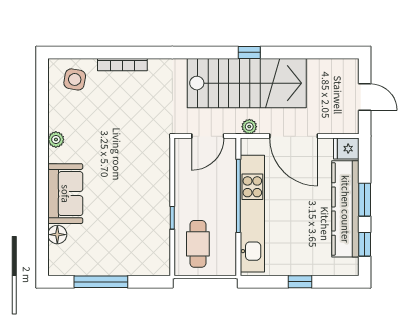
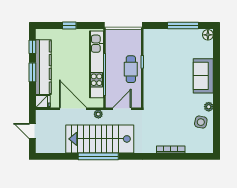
window: (249, 52) -> (98, 156), width x3.17
side table: (75, 79) -> (201, 122), moved
floor lamp: (57, 235) -> (208, 35), moved
cafe table: (198, 244) -> (131, 69), moved

